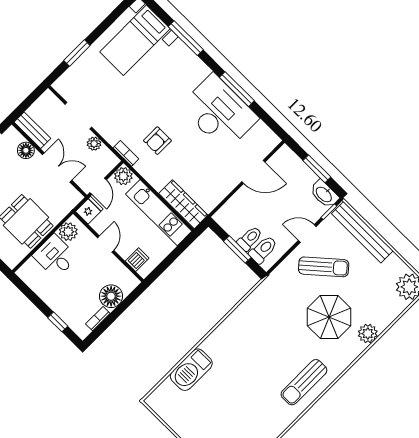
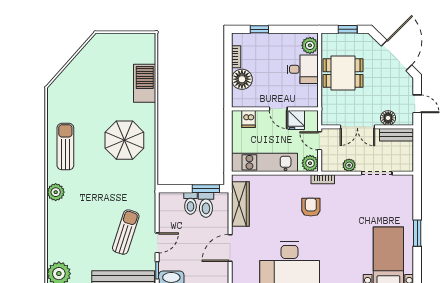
window: (77, 53) -> (417, 233), moved
wardrobe: (183, 204) -> (240, 204), moved, turned -90
fridge: (89, 210) -> (296, 120), moved
plant: (68, 232) -> (310, 45), moved
window: (237, 249) -> (206, 189), moved
toilet: (263, 250) -> (206, 205), moved
sun lounger: (324, 267) -> (126, 232), turned 149
parasol: (329, 317) -> (124, 140), moved
plant: (368, 334) -> (56, 192), moved

